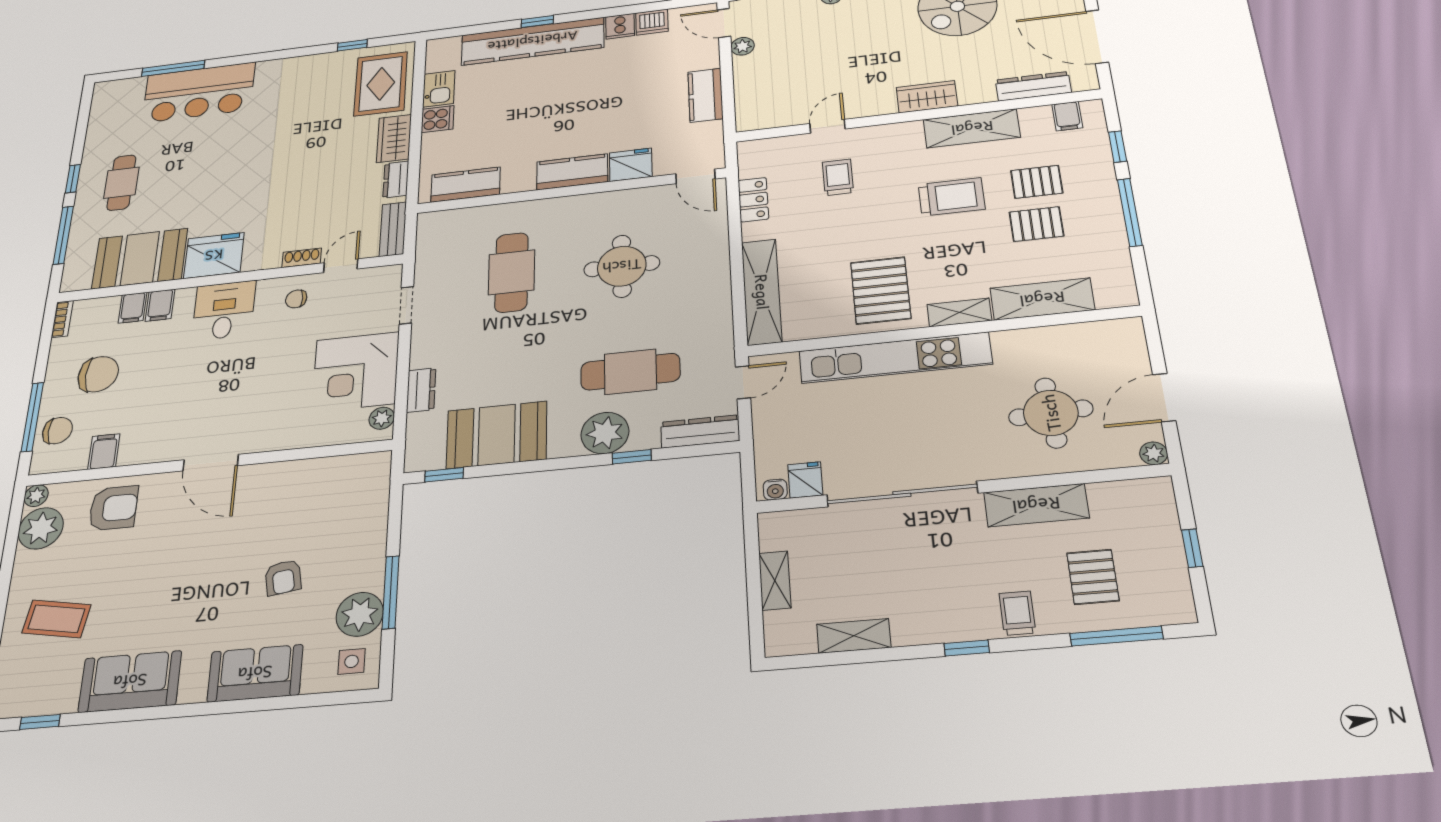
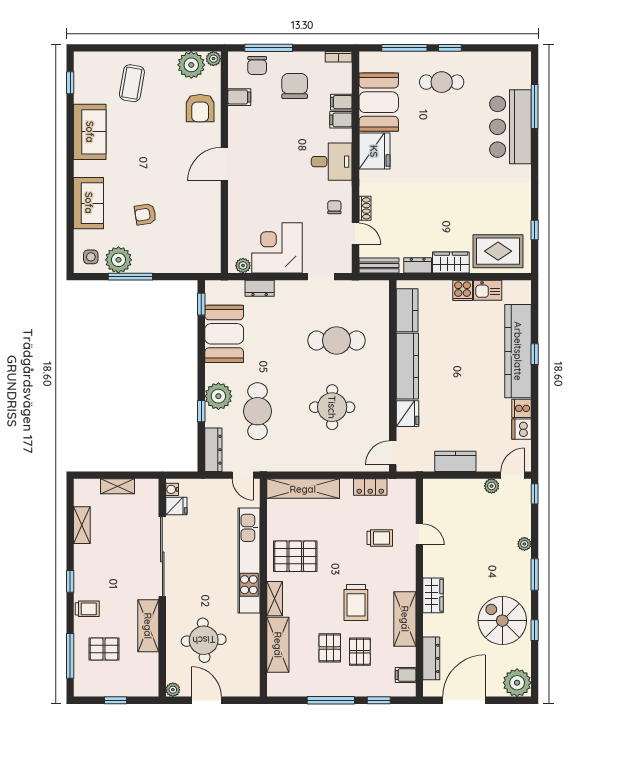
kitchen counter: (572, 172) -> (407, 366), width x1.50
chair: (98, 374) -> (295, 86), turned 180

